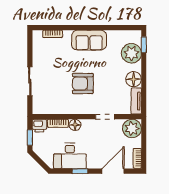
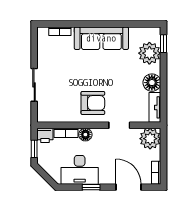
sofa: (89, 40) -> (101, 38), width x1.36
armchair: (83, 83) -> (93, 103), moved, turned 180
door: (113, 171) -> (129, 187), hinge flipped

